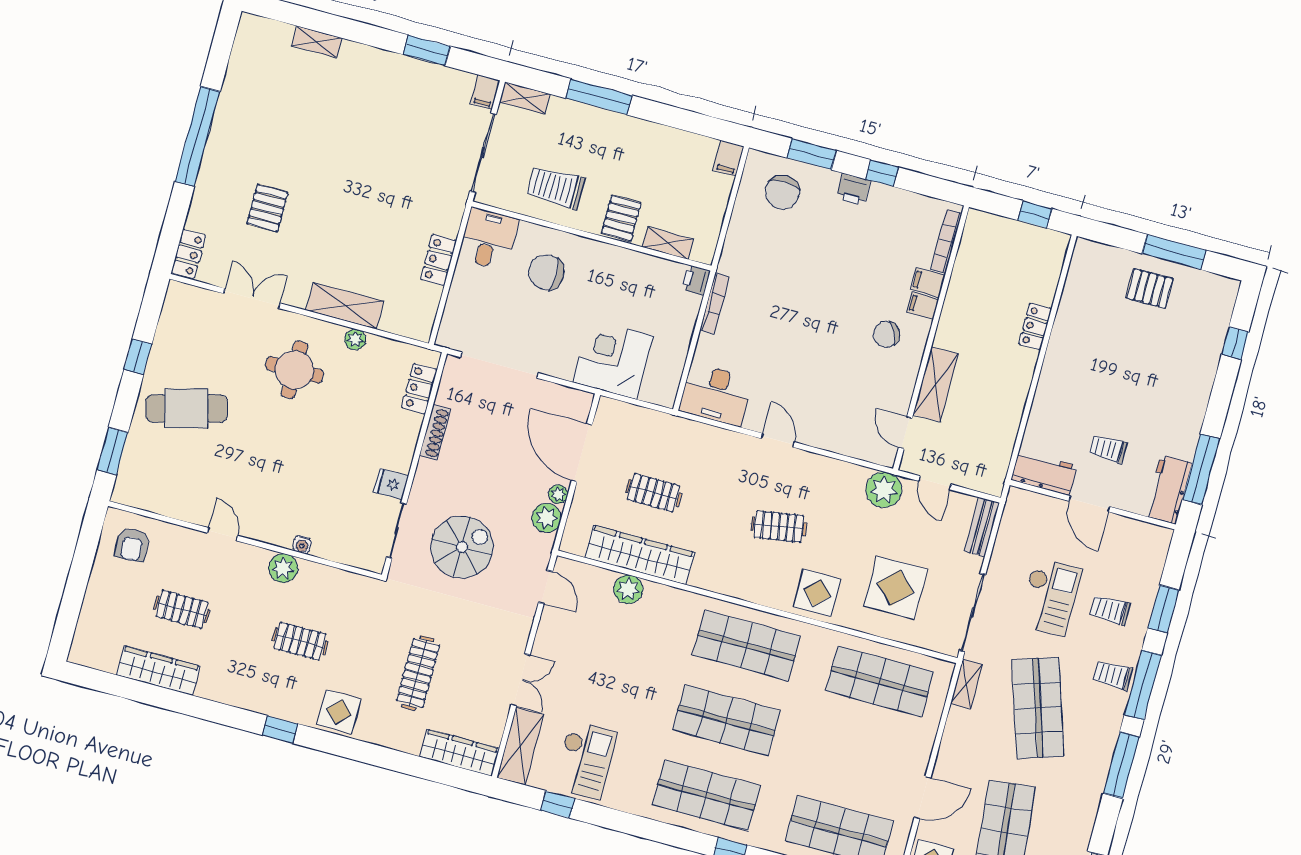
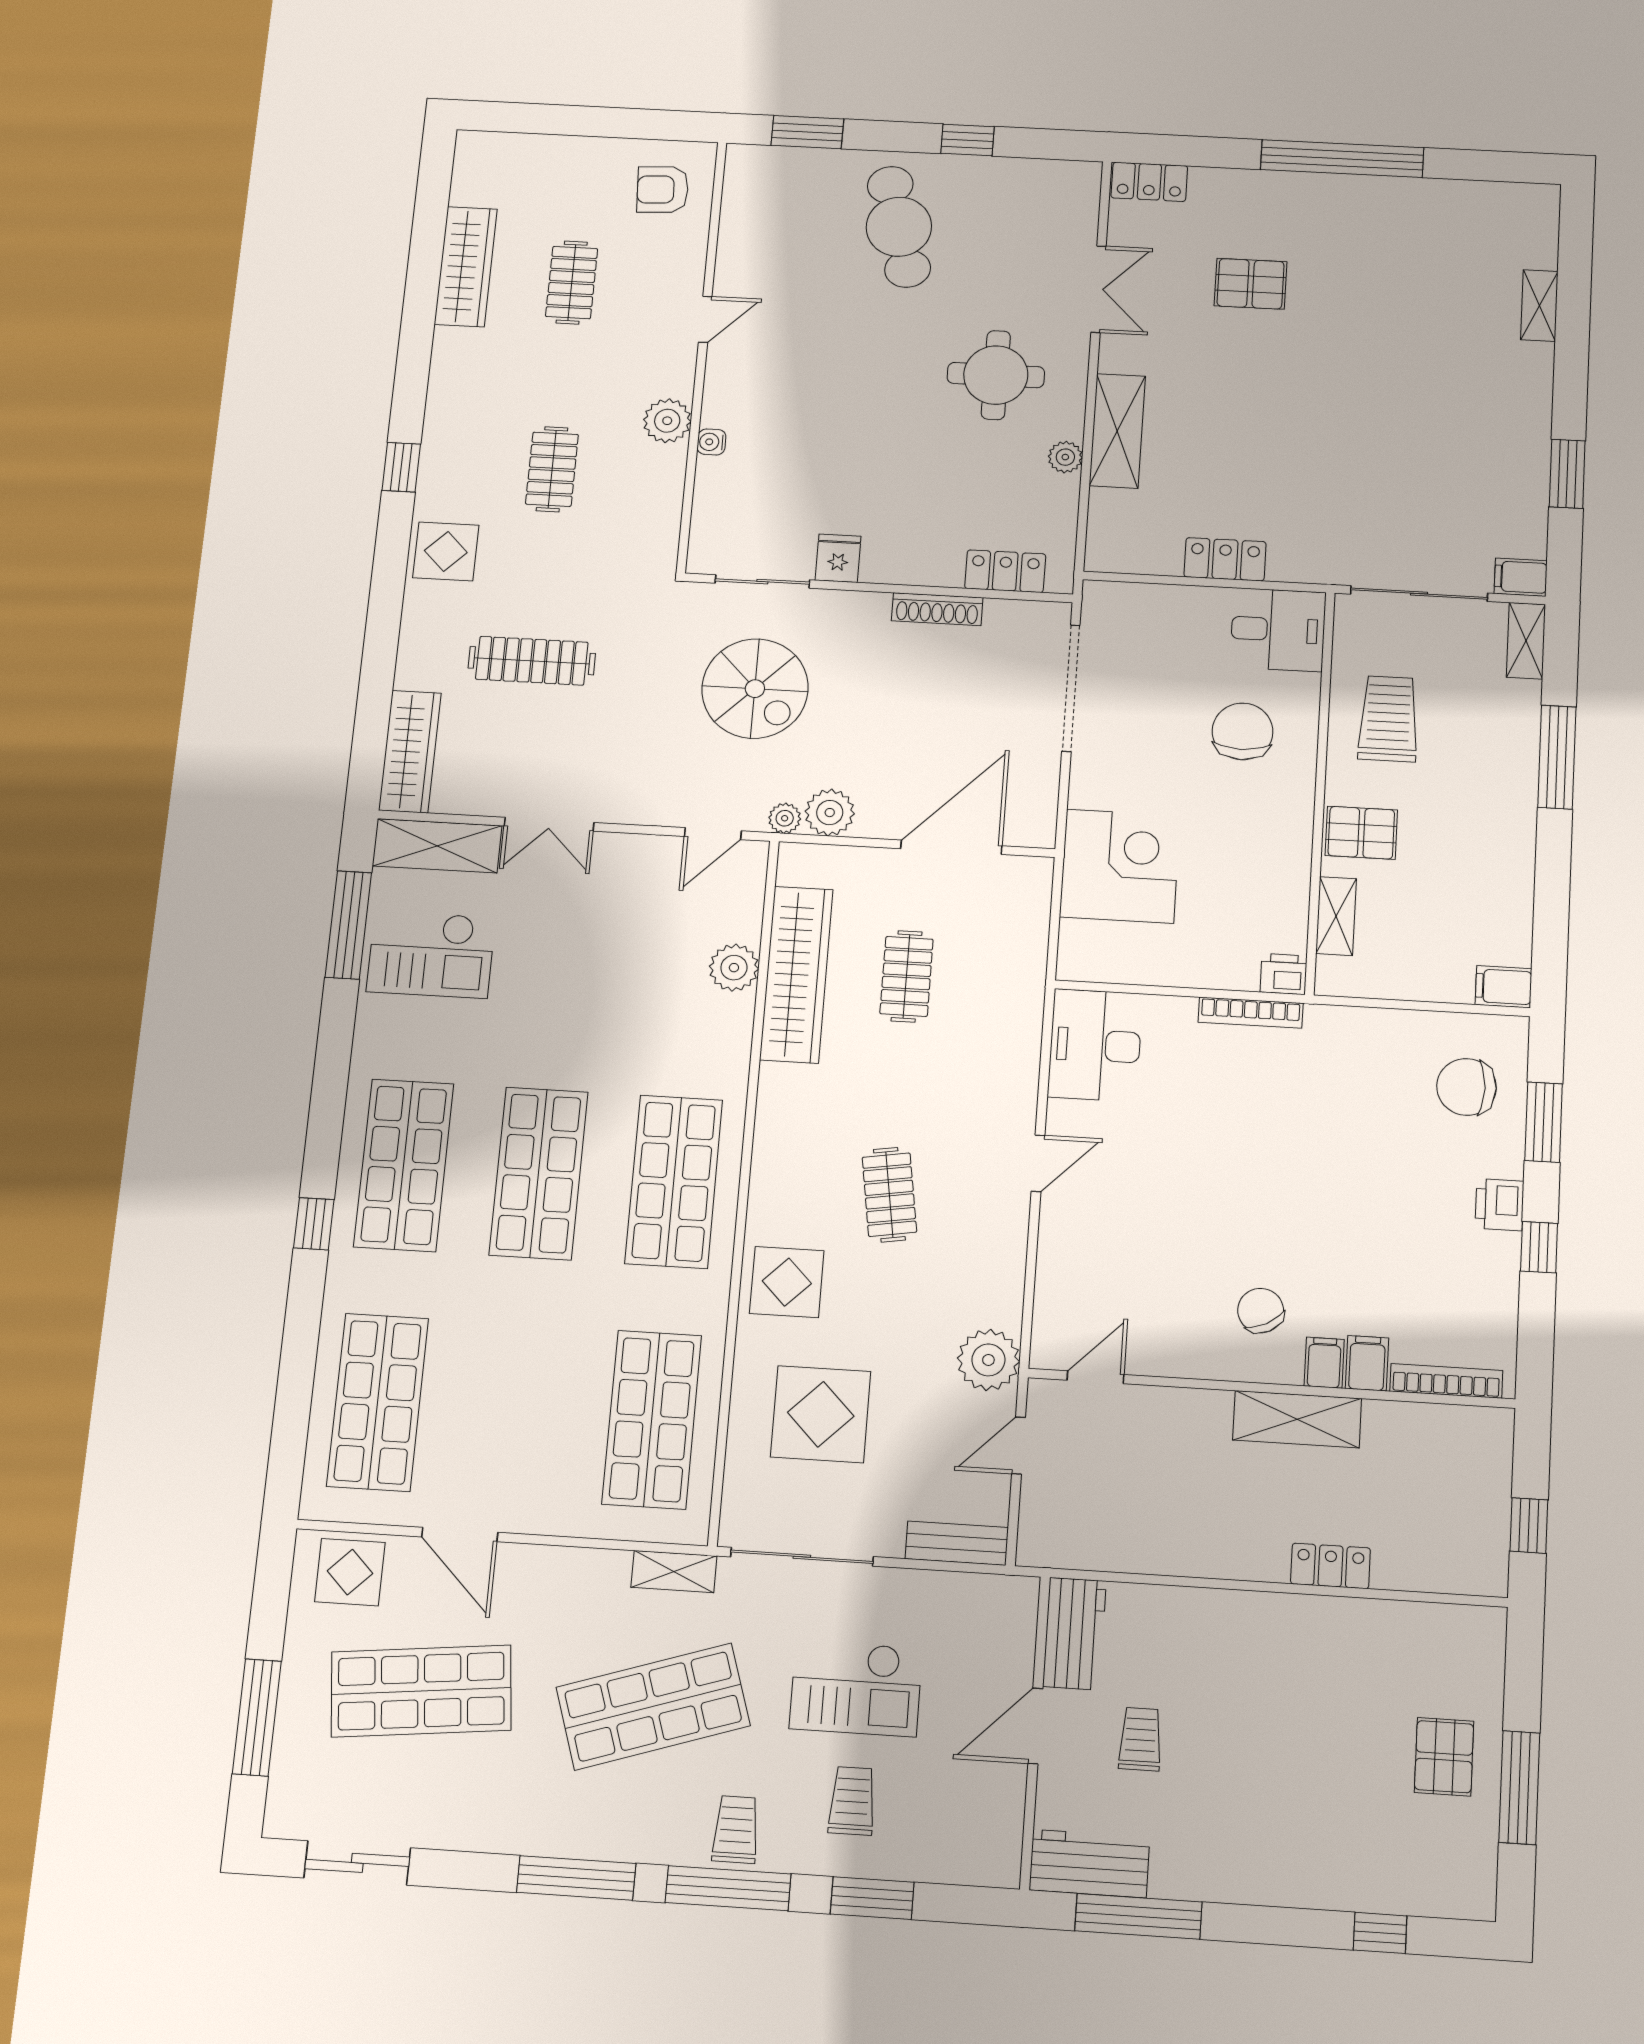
shelving: (936, 384) -> (1297, 1419), moved
plant: (558, 494) -> (785, 818), moved
window: (558, 804) -> (348, 925), width x2.17

